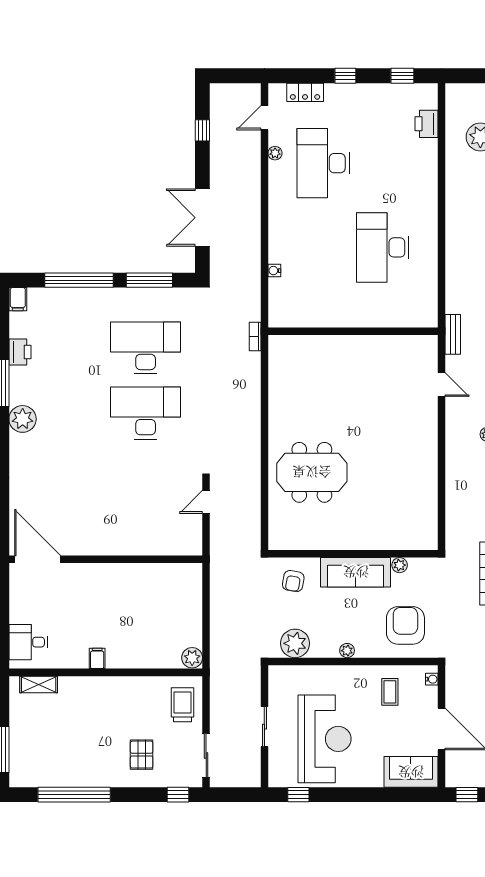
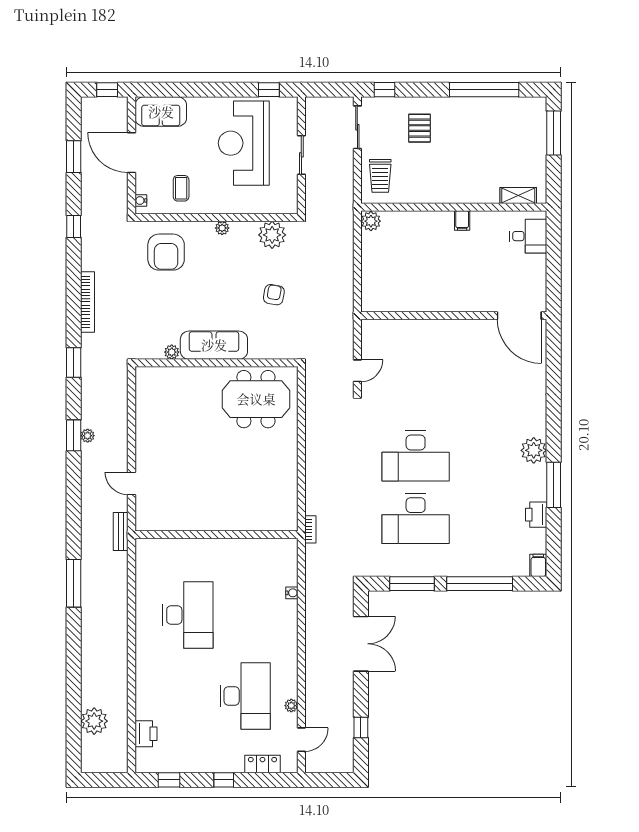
wall: (353, 554) -> (216, 363), moved
plant: (400, 565) -> (172, 352), moved
sofa: (356, 572) -> (214, 345), moved

